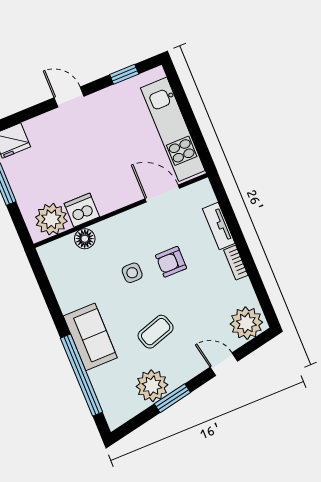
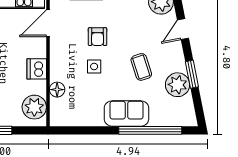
dishwasher: (82, 210) -> (37, 69), moved

